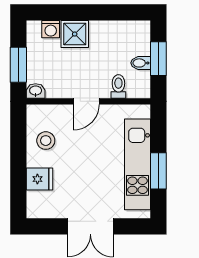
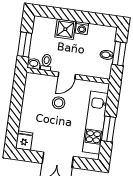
washing machine: (51, 29) -> (82, 28), moved
toilet: (118, 86) -> (46, 62), moved
stool: (46, 141) -> (59, 103), moved
fridge: (40, 179) -> (24, 141), moved, turned -90

